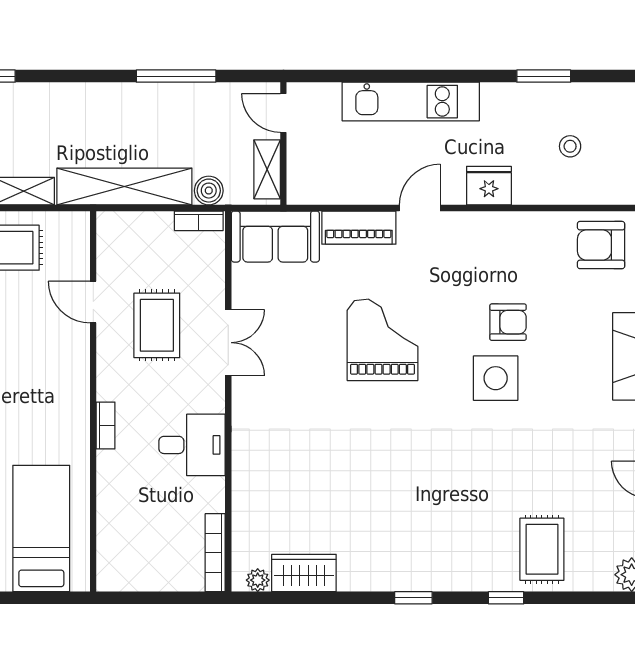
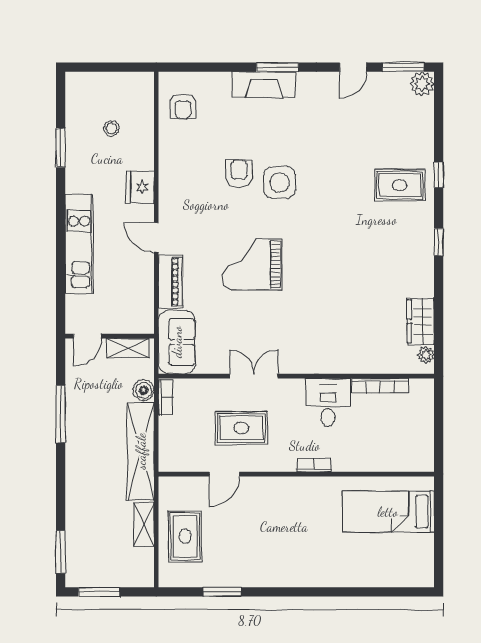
armchair: (601, 245) -> (183, 106), width x0.72, depth x0.72
rug: (542, 549) -> (400, 185), moved
bookcase: (215, 553) -> (380, 386), moved

